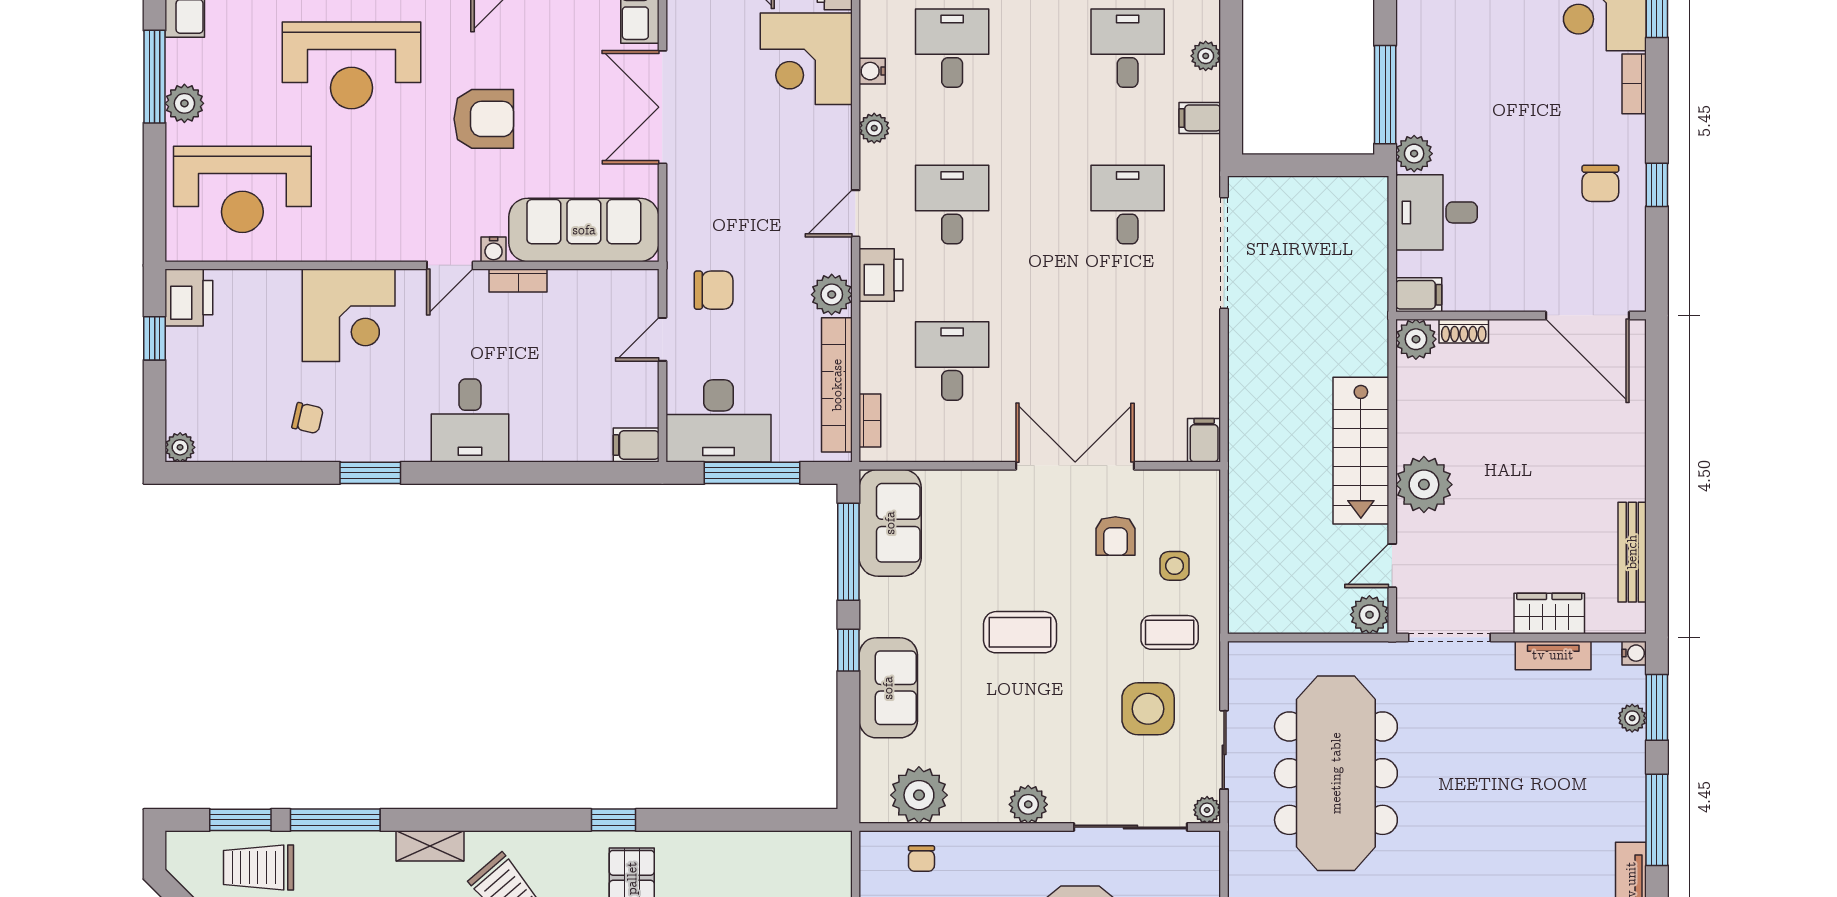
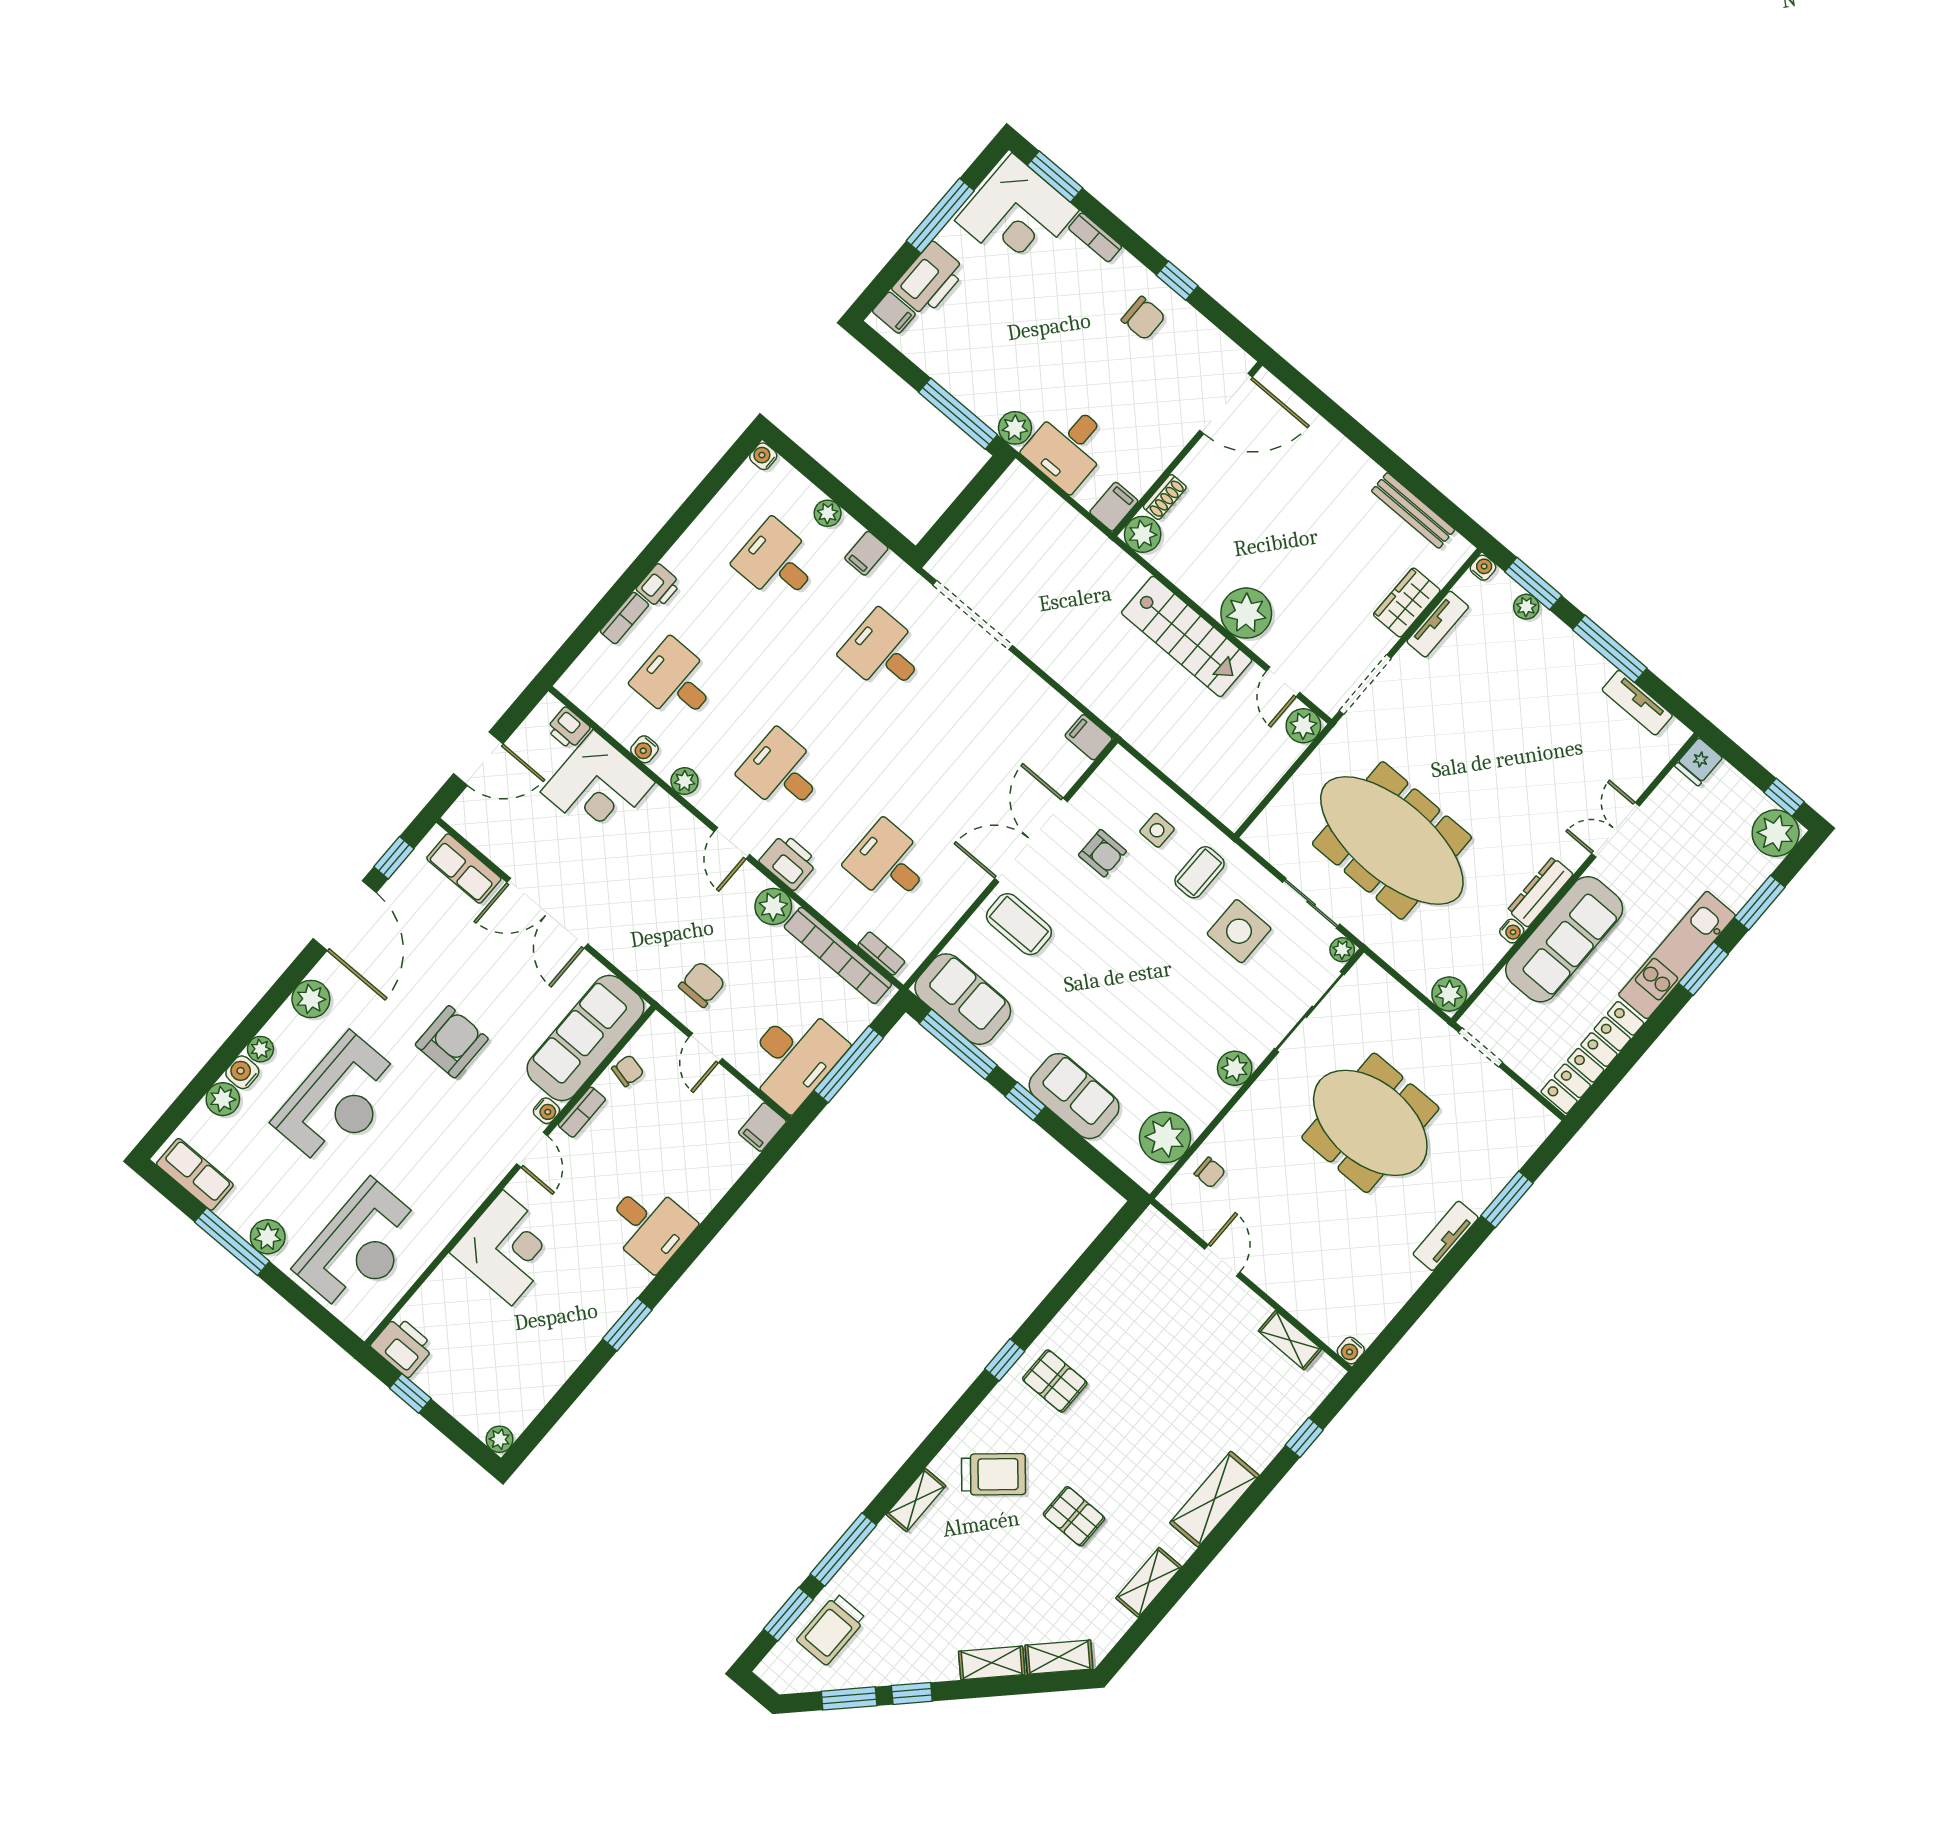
chair: (308, 418) -> (628, 1071), moved
coffee table: (1020, 632) -> (1019, 924), moved, turned 90

